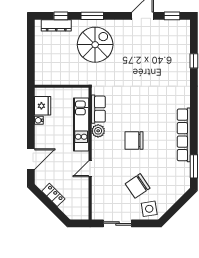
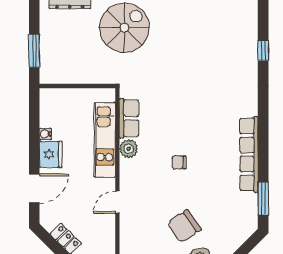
window: (31, 61) -> (34, 51), added
fridge: (43, 106) -> (51, 154), moved
chair: (134, 140) -> (179, 162), width x0.54, depth x0.54

